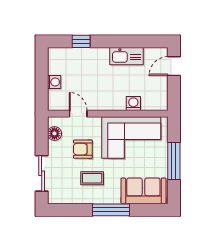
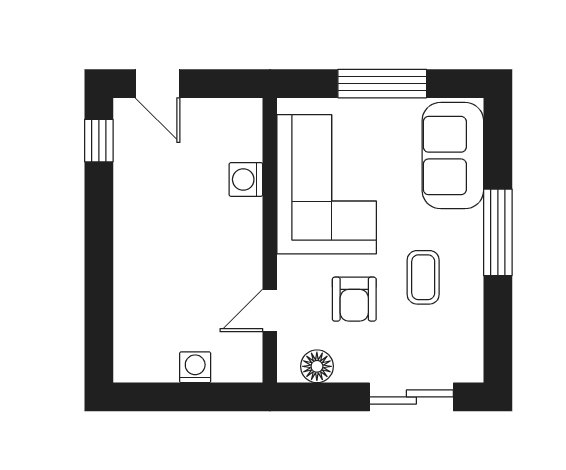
window: (81, 41) -> (99, 141), moved
kitchen sink: (127, 56) -> (134, 196), removed

